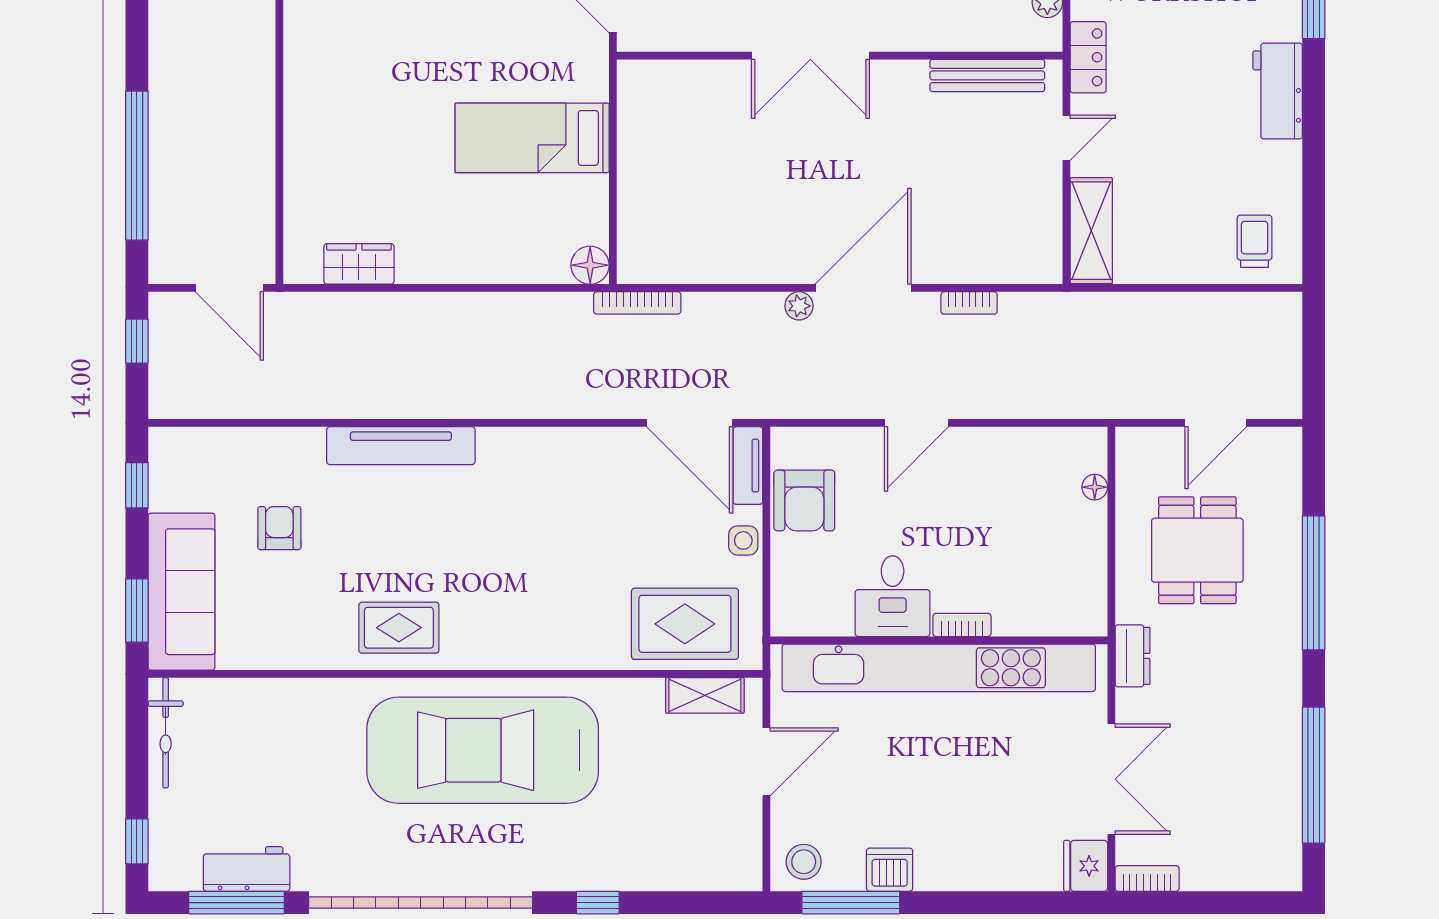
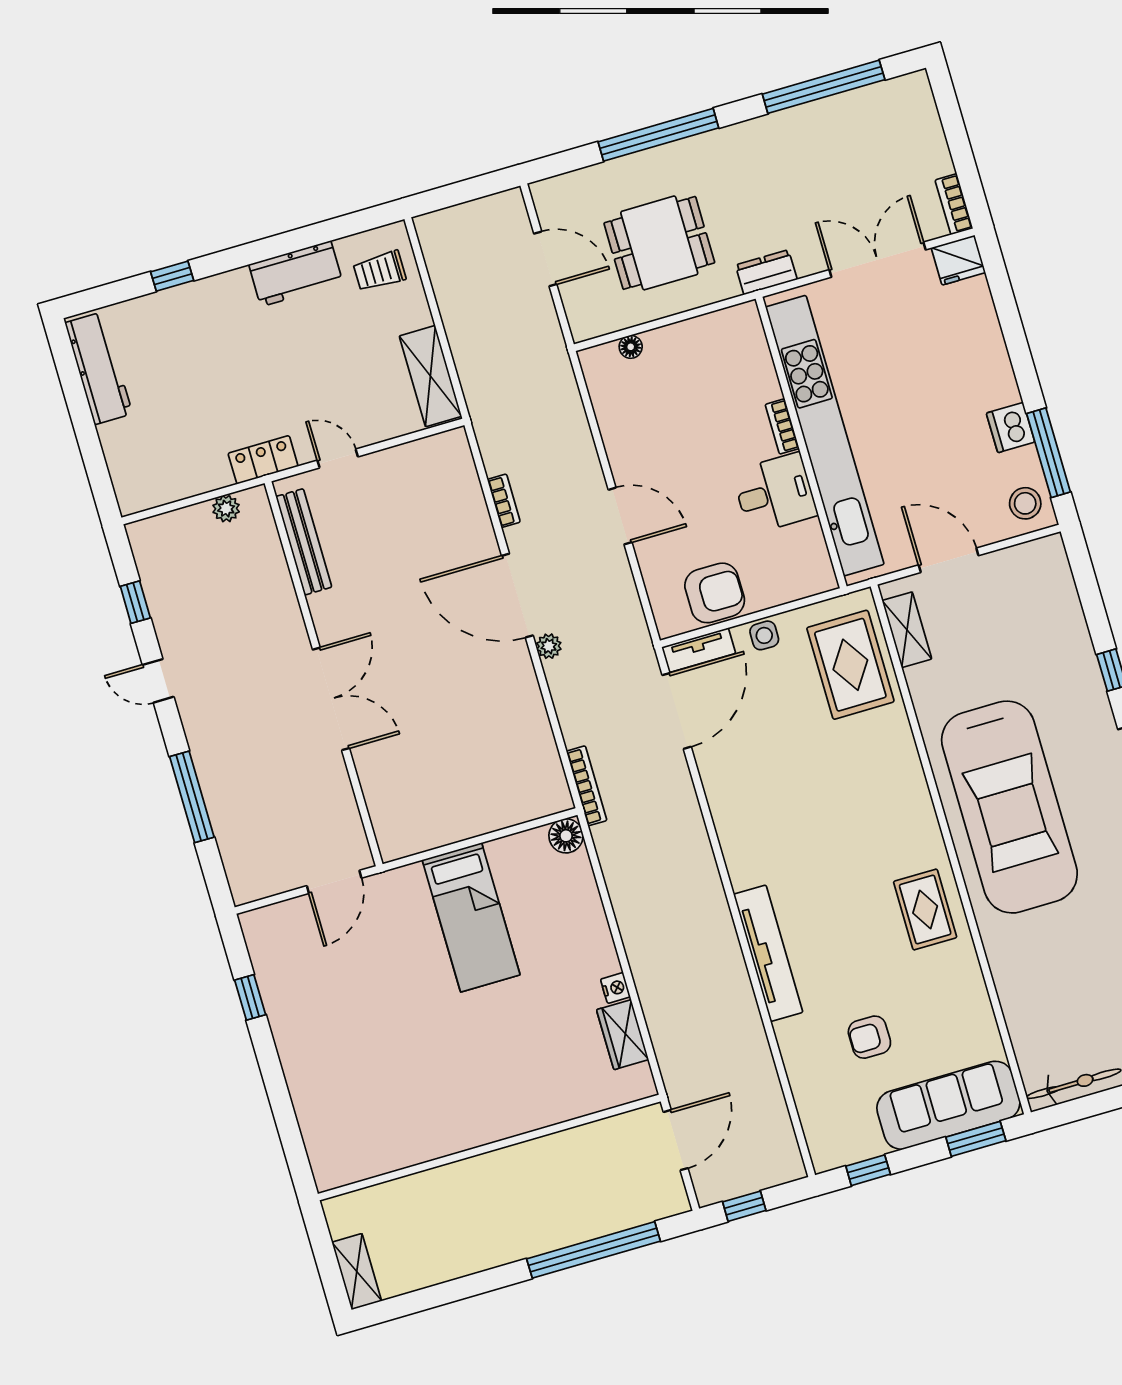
workbench: (1278, 91) -> (296, 274), moved
shelving: (1091, 231) -> (430, 376), moved, turned 90
nightstand: (411, 271) -> (615, 988), added

